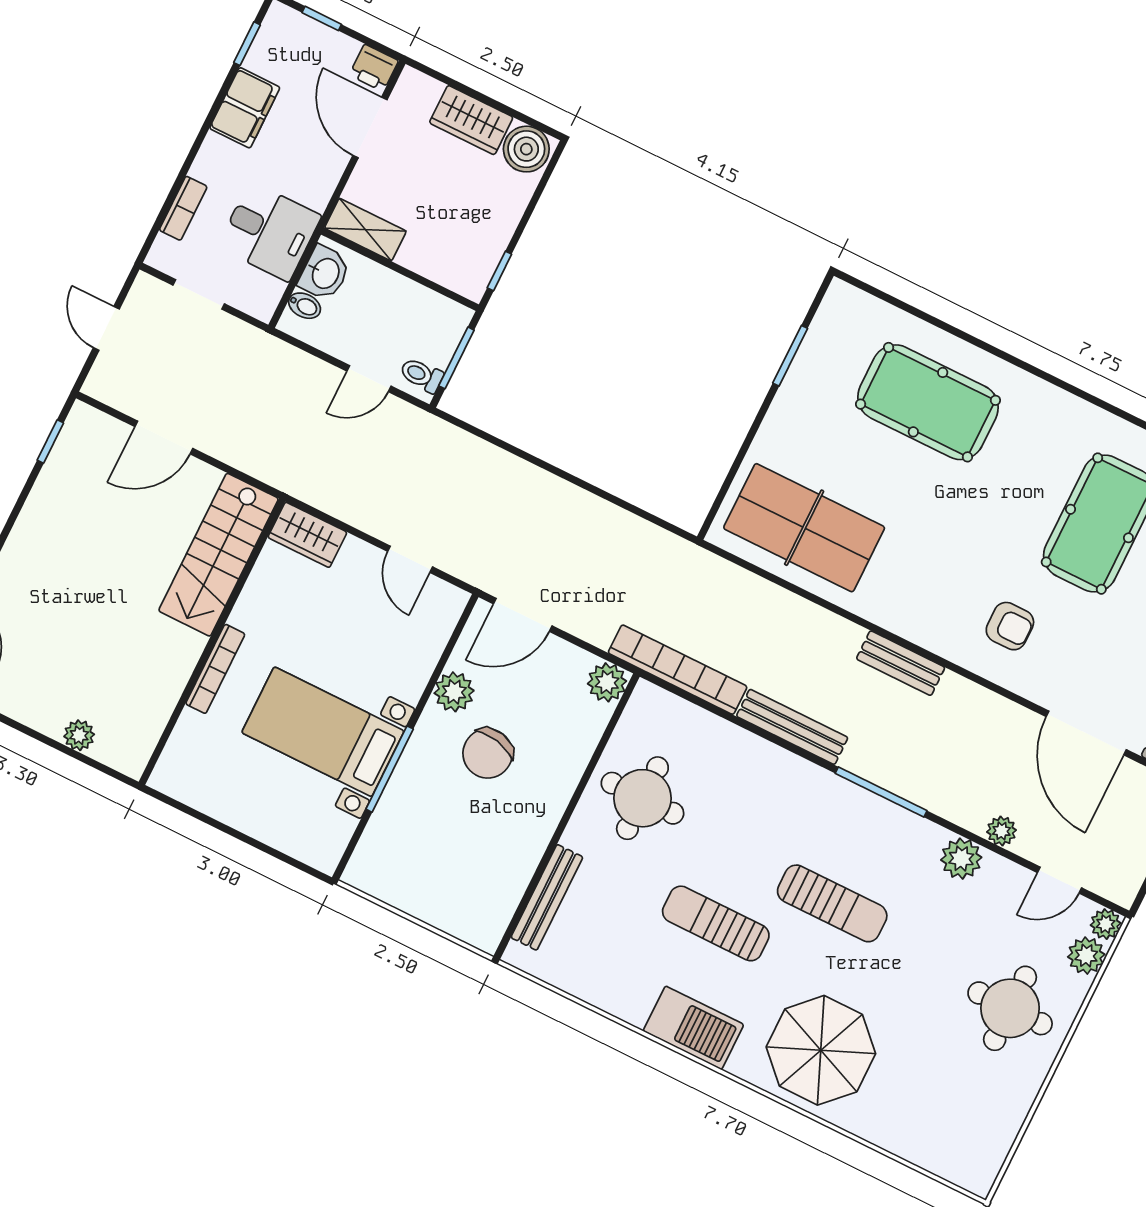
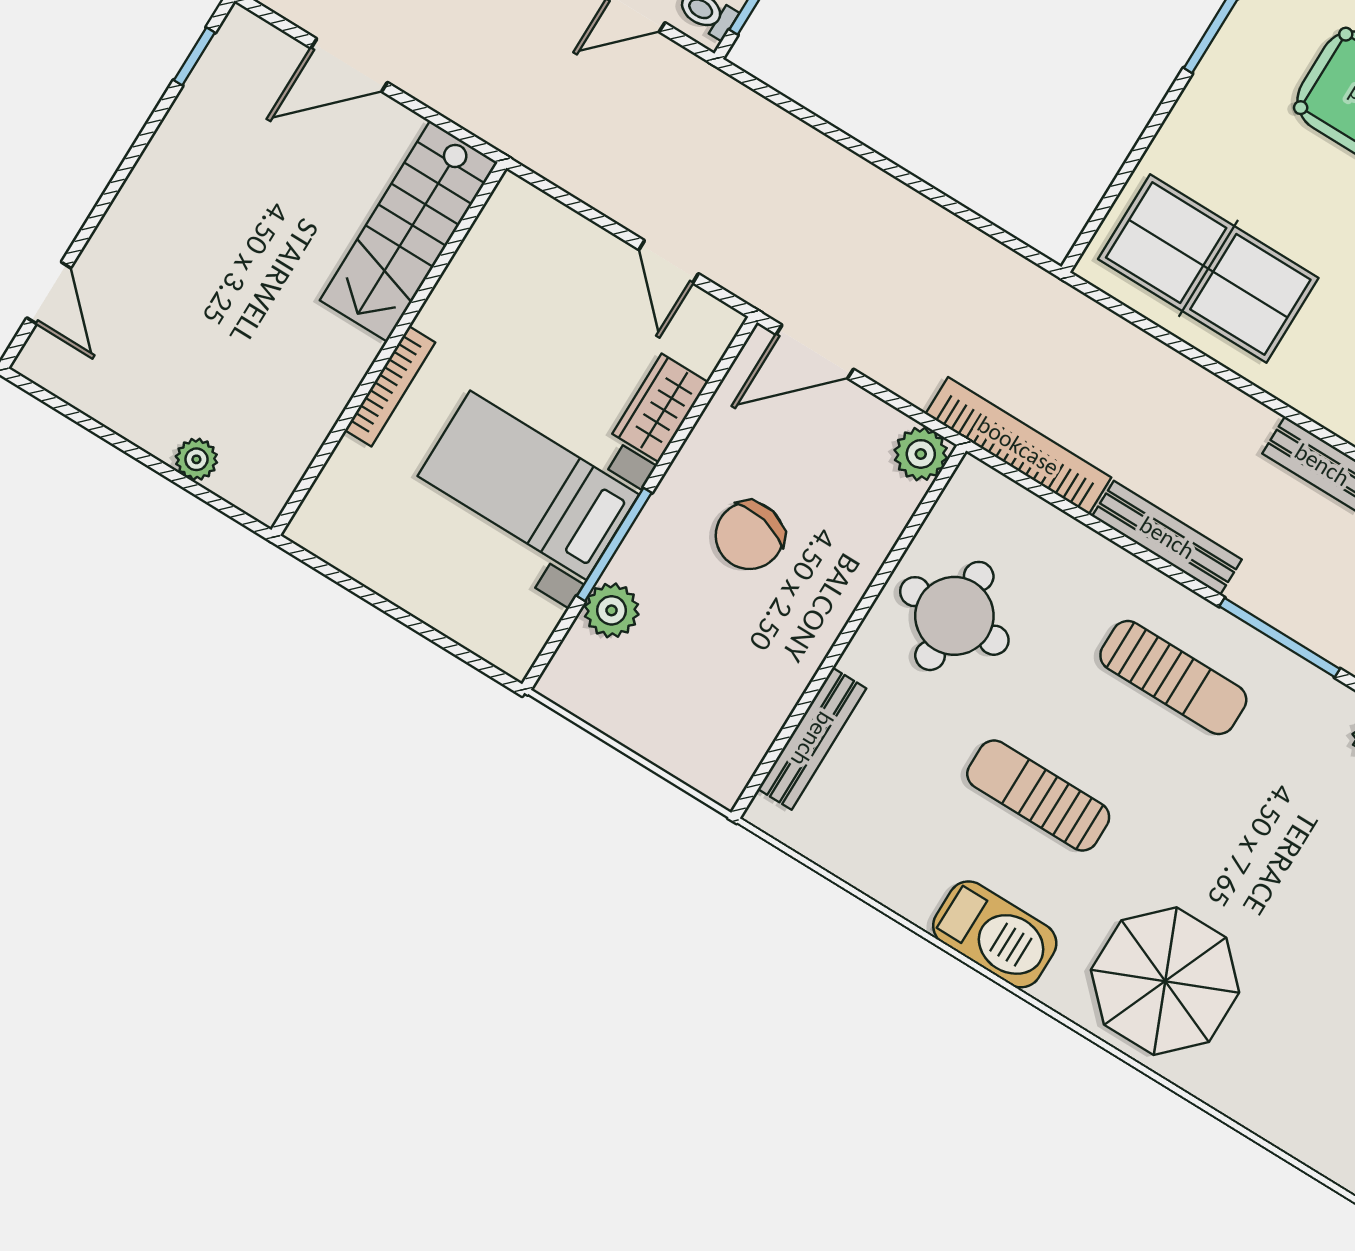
wardrobe: (307, 535) -> (660, 408), moved, turned 90
plant: (454, 692) -> (612, 610), moved
sun lounger: (832, 903) -> (1173, 678), moved

